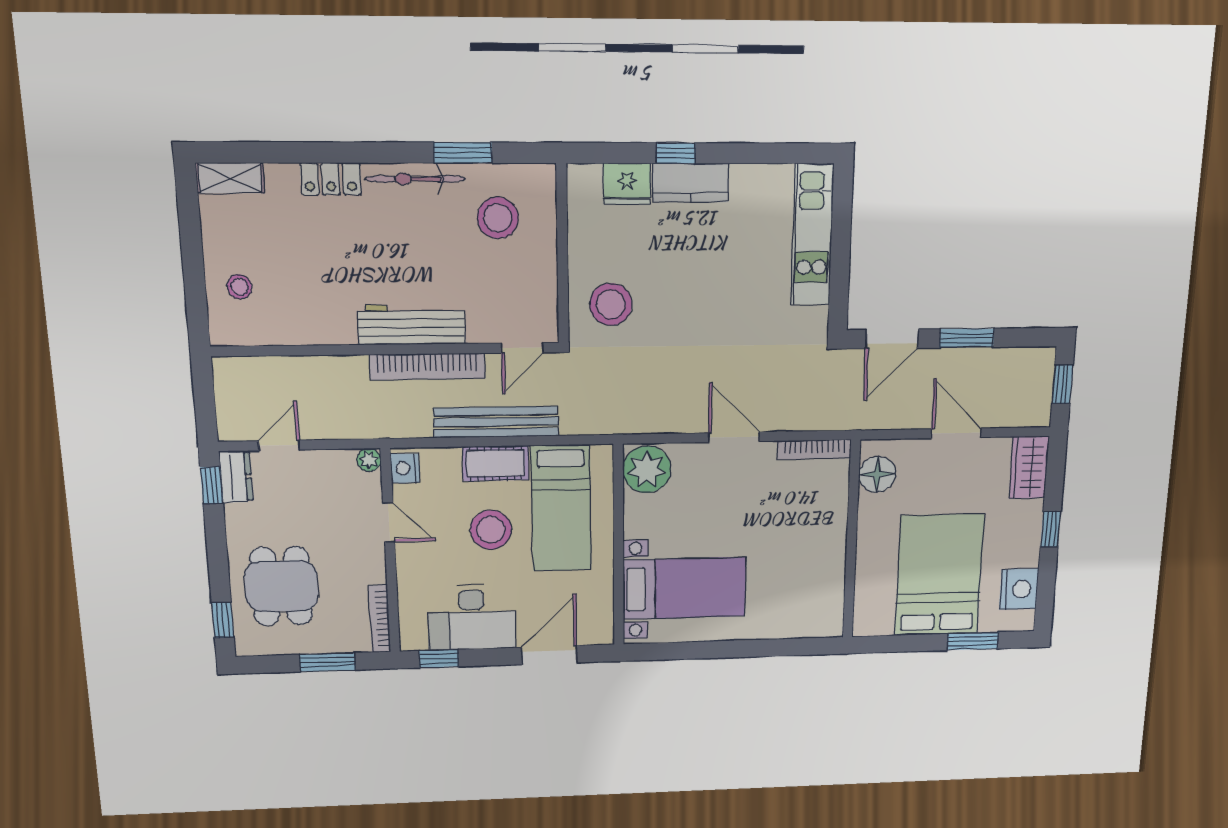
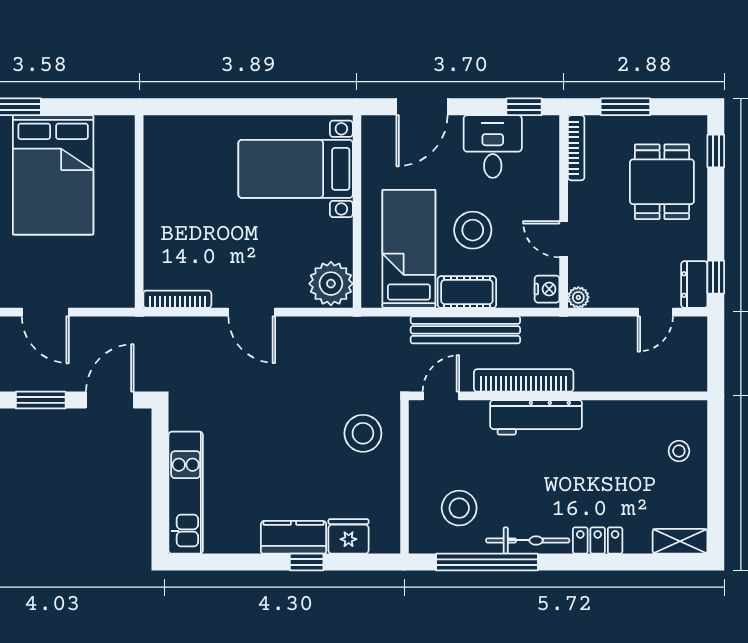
window: (463, 153) -> (487, 562), width x2.11
floor lamp: (877, 474) -> (118, 275), removed
desk: (472, 617) -> (493, 147), width x0.73

